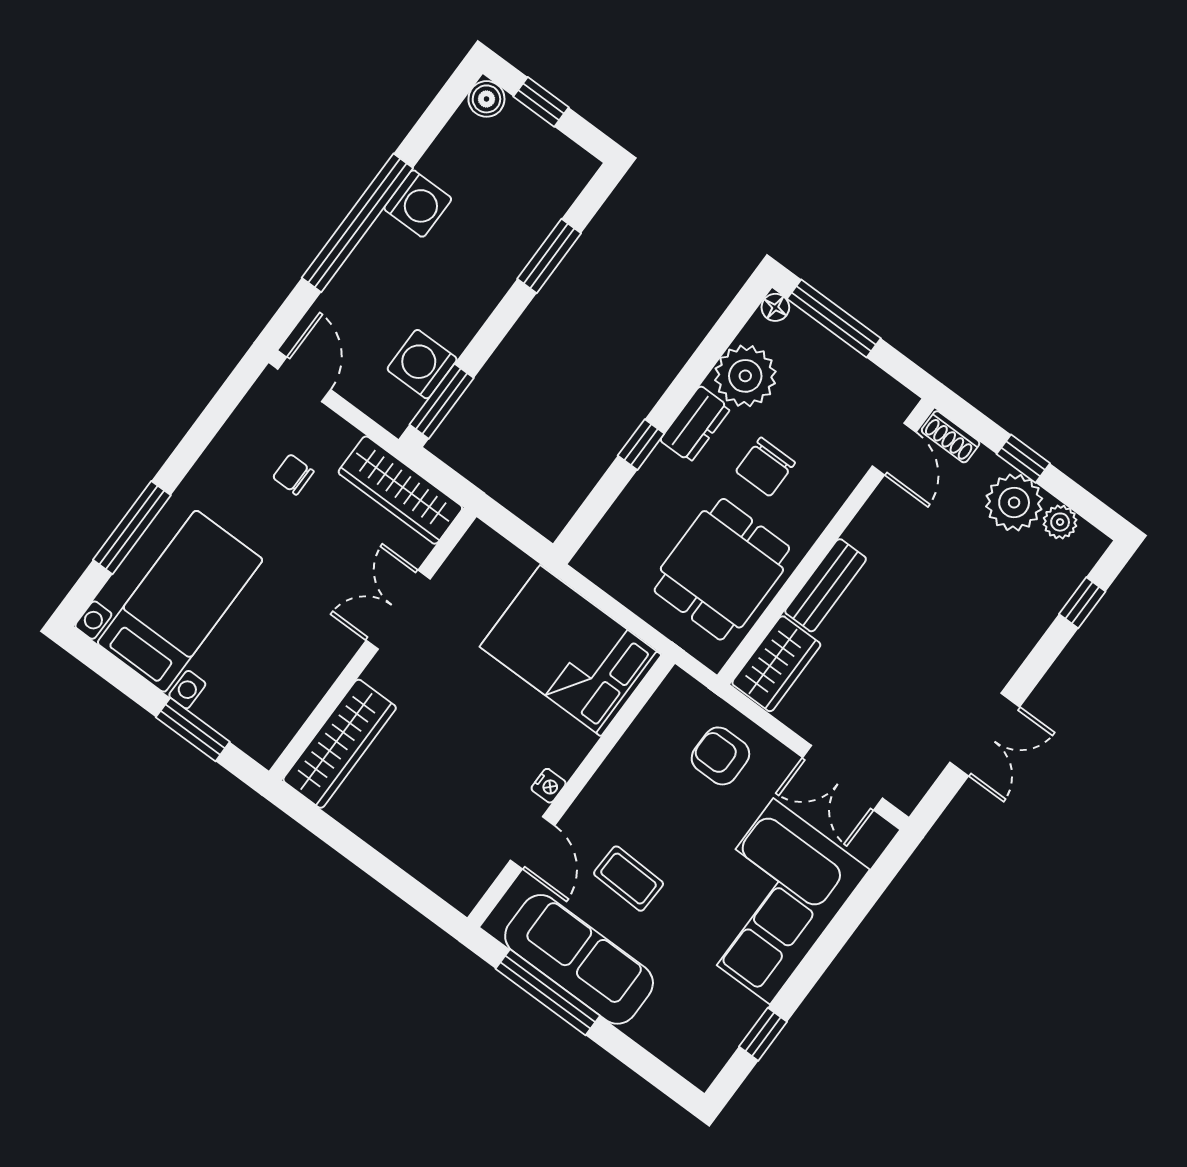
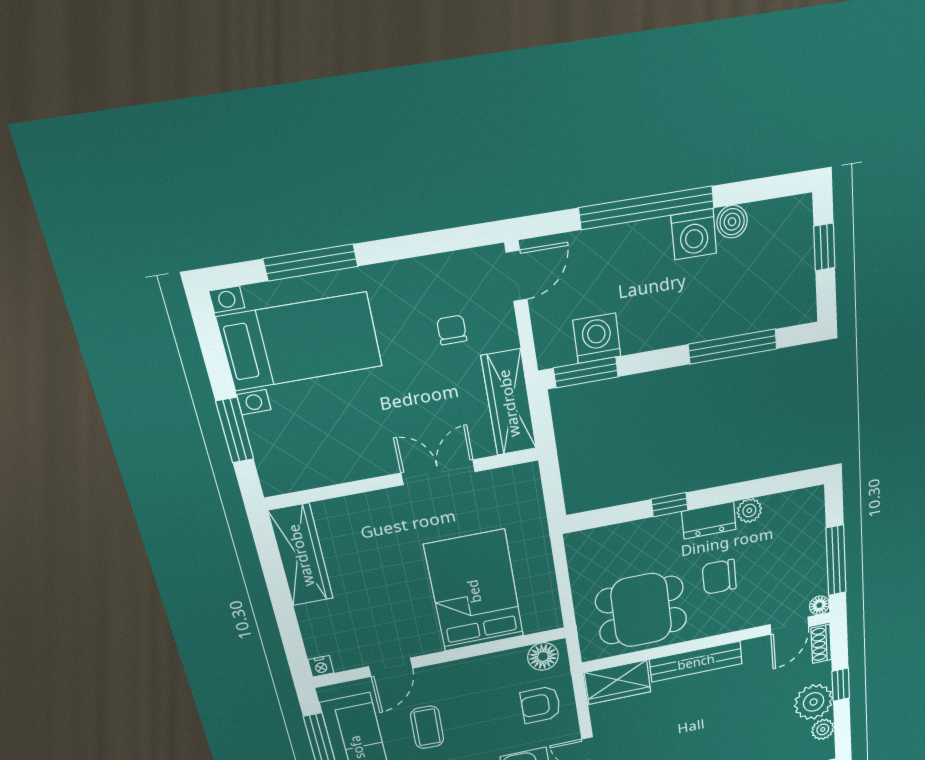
boiler: (486, 99) -> (732, 222), moved
window: (549, 256) -> (733, 347), width x1.44
floor lamp: (775, 307) -> (819, 605), moved
window: (834, 319) -> (836, 560), moved
plant: (745, 376) -> (749, 511), width x0.53, depth x0.53
bench: (826, 585) -> (696, 662), width x1.36
bed: (571, 651) -> (474, 591), moved
floor lamp: (671, 703) -> (543, 656), added
wardrobe: (340, 744) -> (301, 555), moved, turned -90
armchair: (720, 756) -> (541, 705), turned -90
nightstand: (549, 786) -> (321, 666), moved

